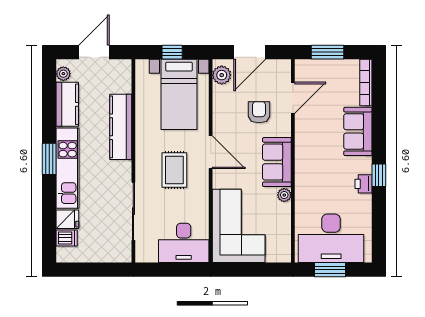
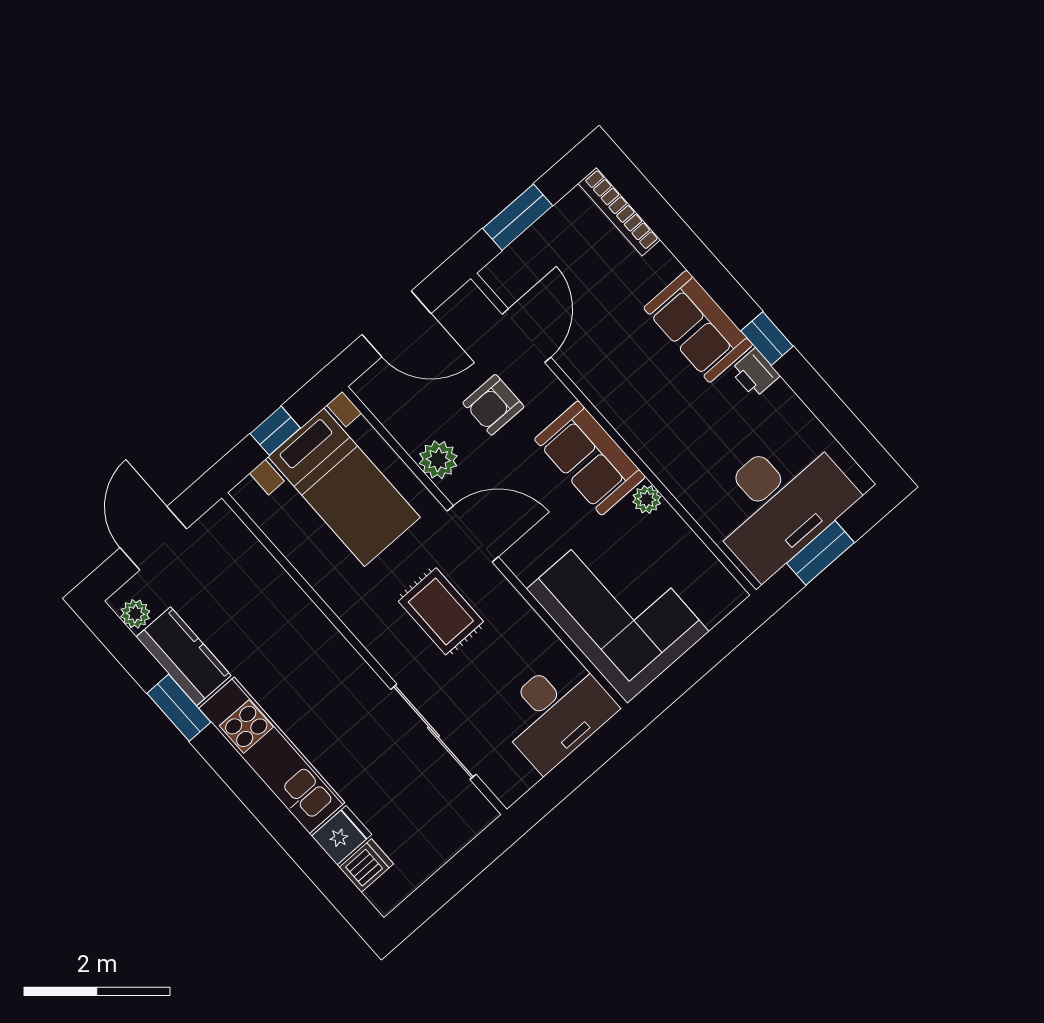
door: (250, 52) -> (396, 324), hinge flipped
plant: (222, 75) -> (438, 460), moved
armchair: (259, 112) -> (493, 405), turned -90
kitchen counter: (121, 127) -> (298, 618), removed
sofa: (358, 131) -> (698, 326), moved
window: (49, 159) -> (179, 708), moved

